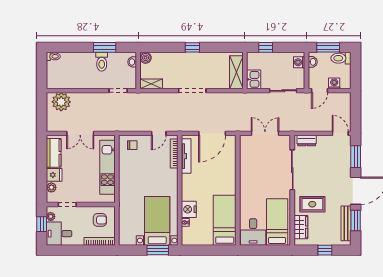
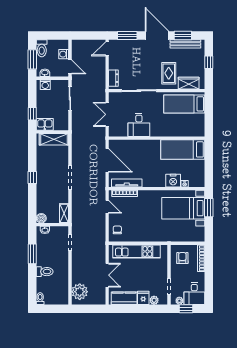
toilet: (102, 62) -> (45, 272), moved
kitchen sink: (254, 79) -> (45, 124), moved
desk: (253, 232) -> (139, 125), moved, turned 90

